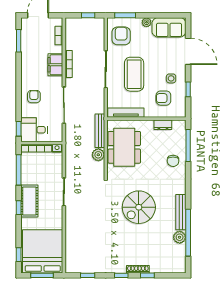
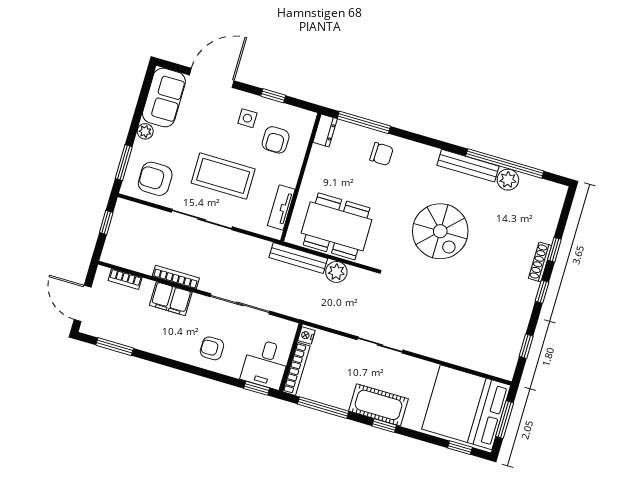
tv unit: (126, 113) -> (281, 207), width x0.71
dresser: (163, 125) -> (325, 131), moved

